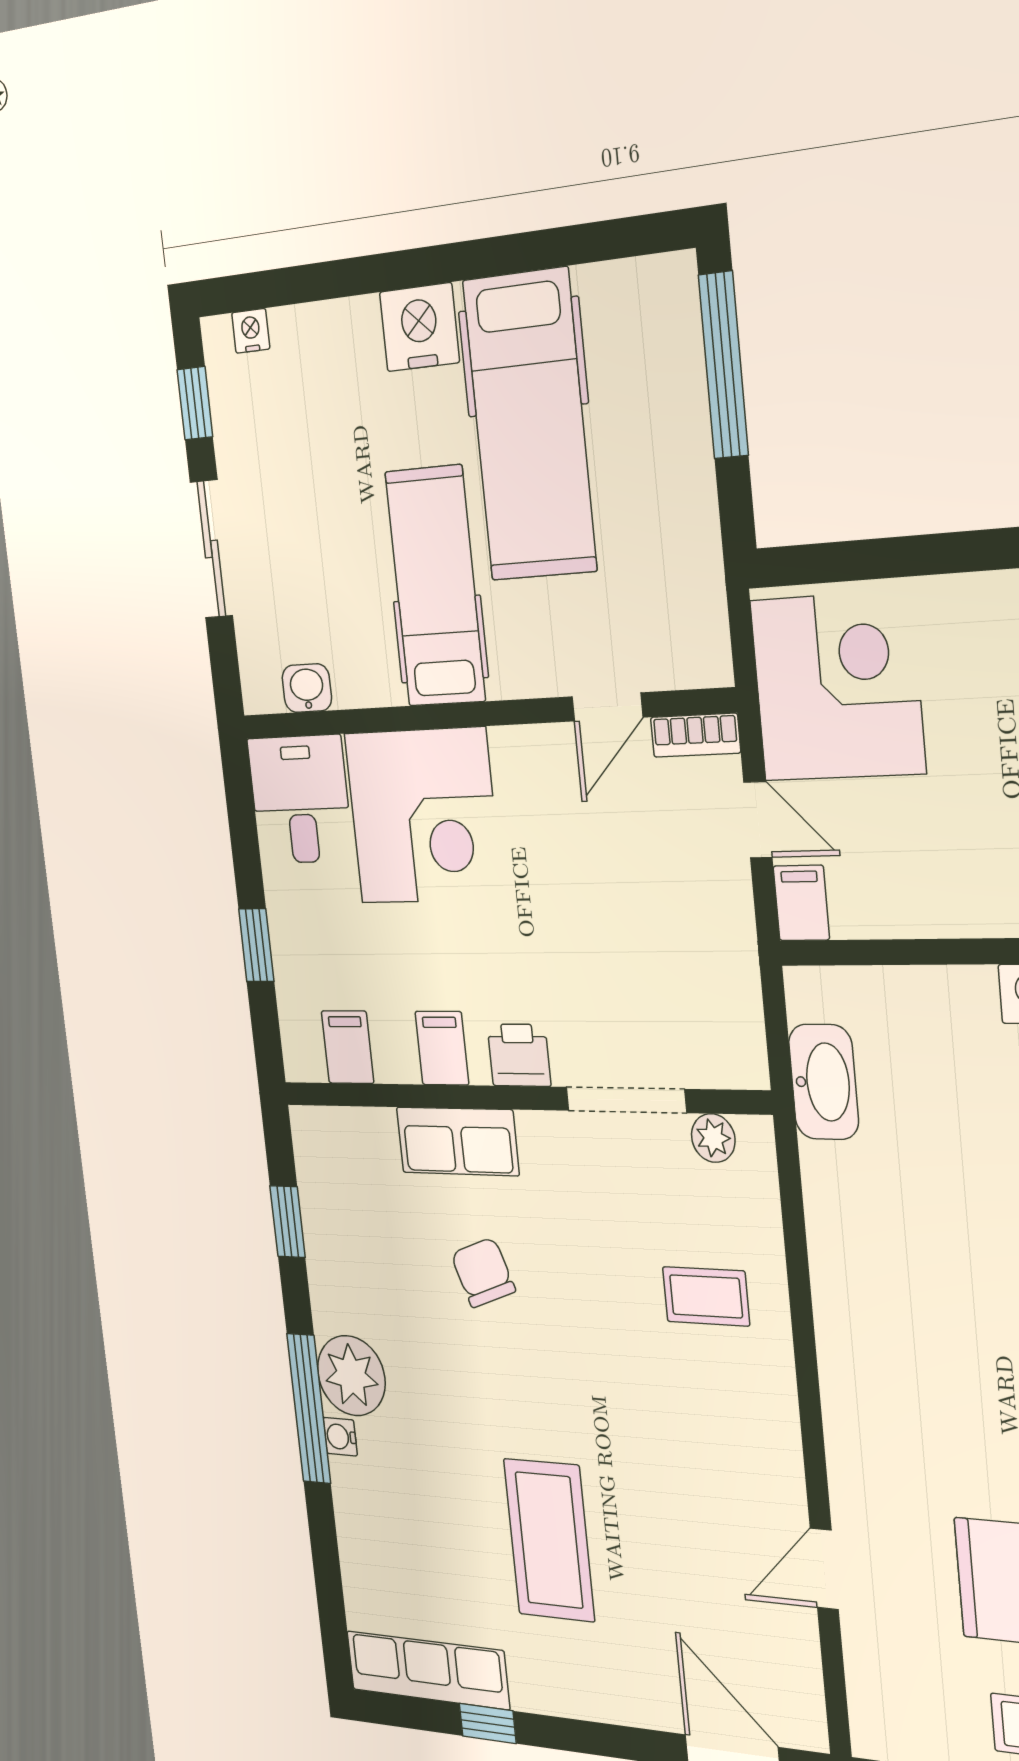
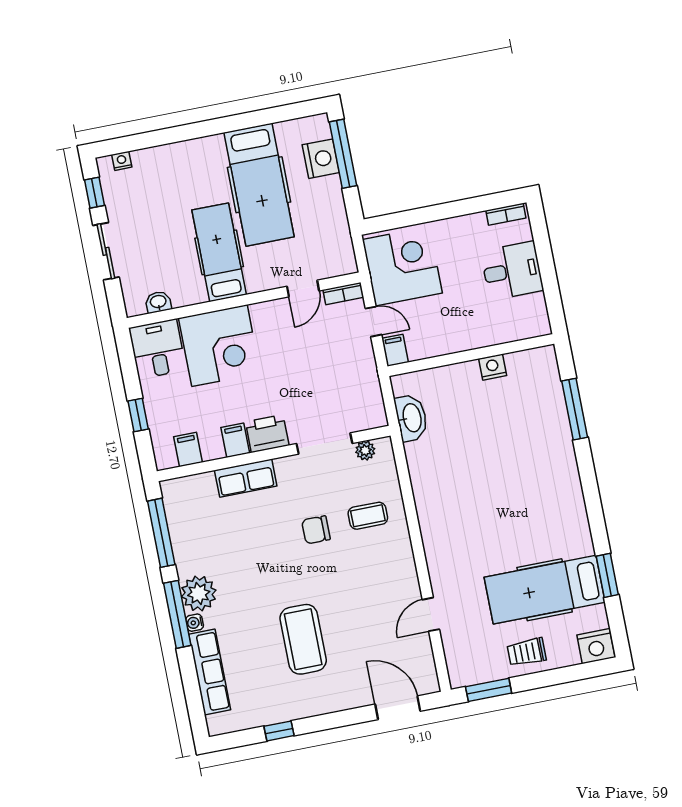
nightstand: (419, 327) -> (321, 159), moved, turned 90
printer: (519, 1055) -> (267, 434), width x1.36, depth x1.24
window: (288, 1222) -> (161, 533), width x2.17
chair: (483, 1272) -> (316, 530), moved, turned -70
row of seats: (428, 1670) -> (210, 672), moved, turned 90

